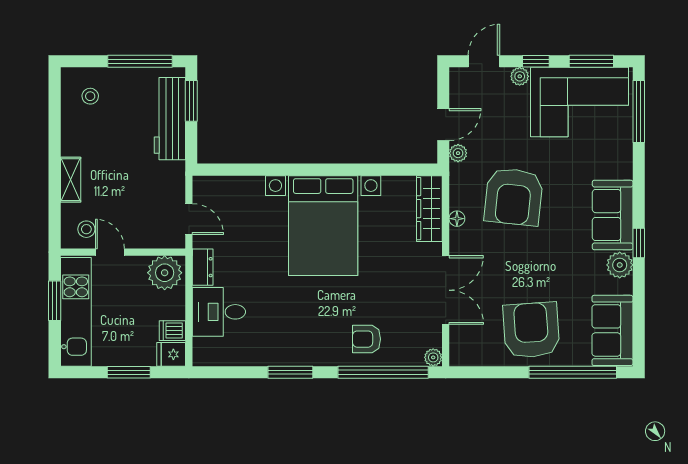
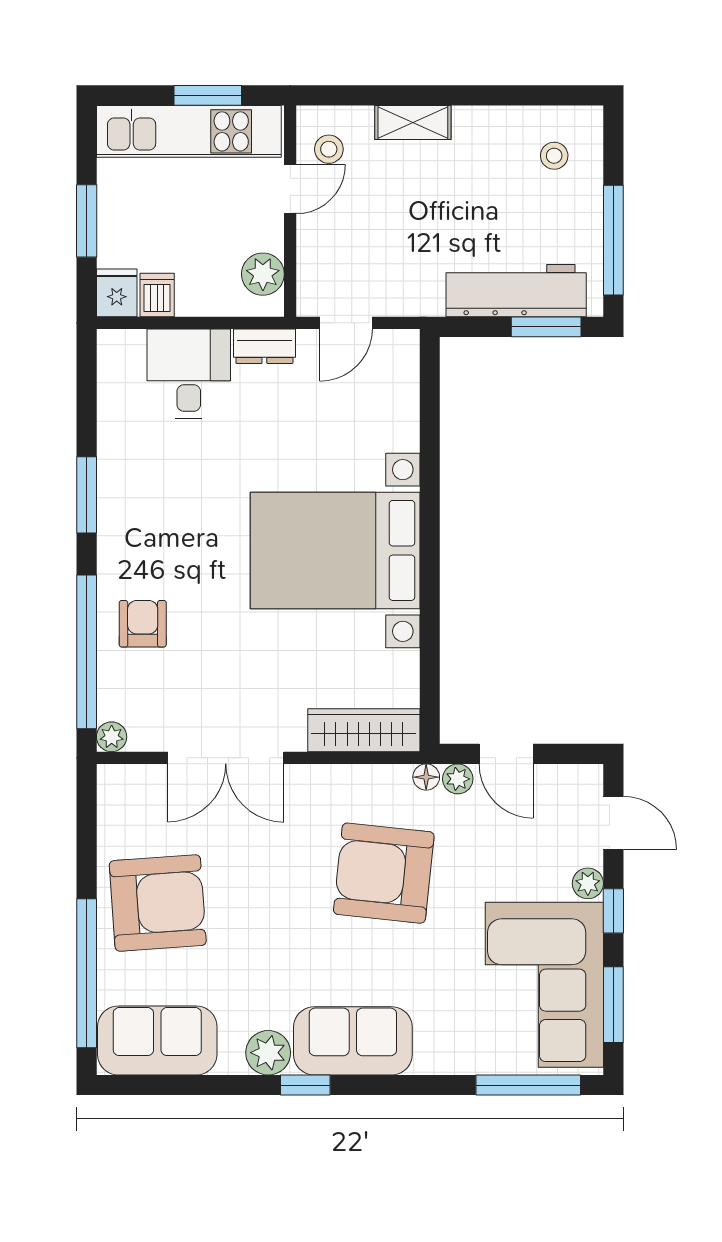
floor lamp: (457, 219) -> (426, 777), moved
plant: (165, 273) -> (263, 274), width x0.73, depth x0.73

